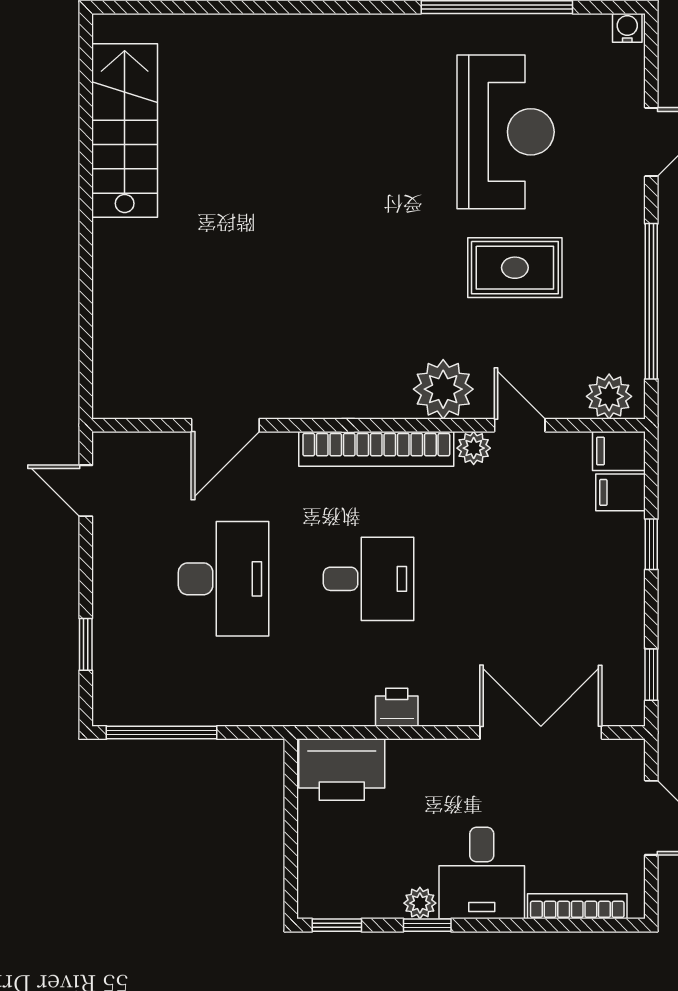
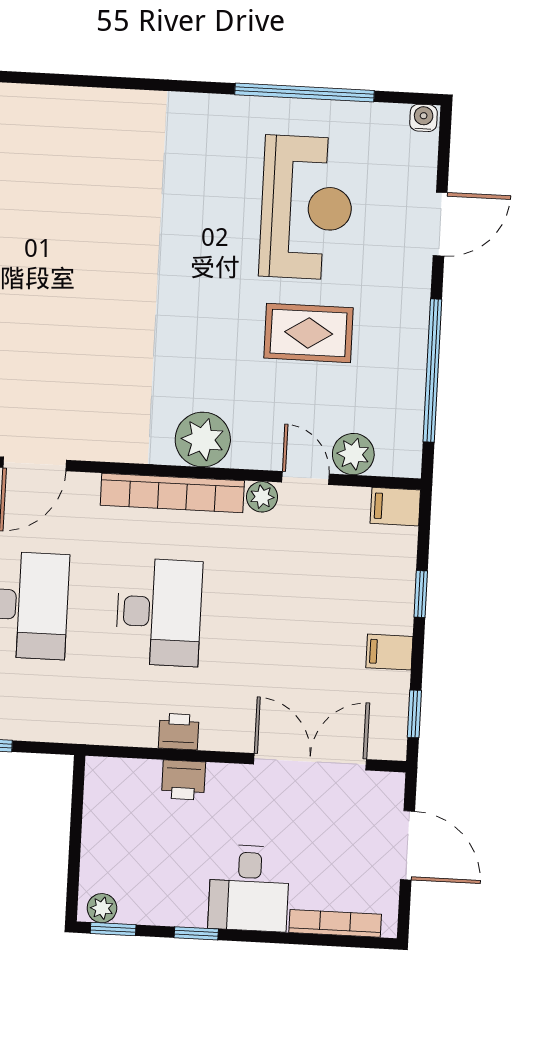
plant: (443, 389) -> (203, 439), moved
plant: (609, 396) -> (353, 454), moved
filing cabinet: (621, 492) -> (389, 652), moved
desk: (369, 579) -> (159, 612), width x1.37
printer: (342, 770) -> (183, 780), moved, width x0.53, depth x0.68
plant: (420, 903) -> (102, 908), moved

